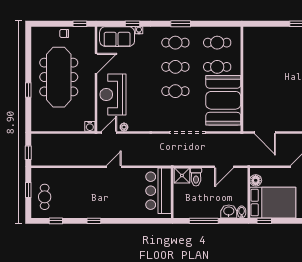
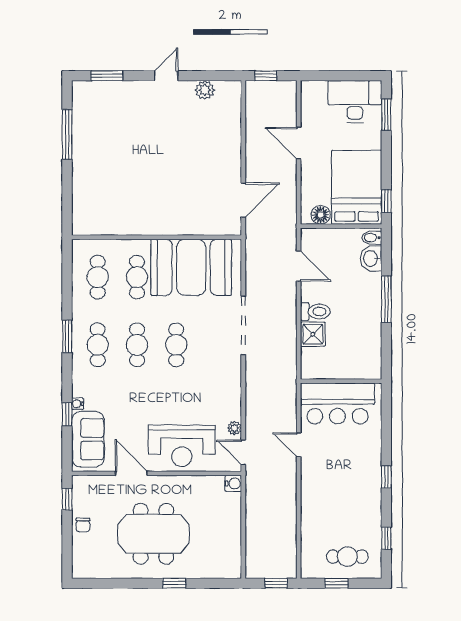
meeting table: (59, 77) -> (153, 534), width x0.73
bar counter: (159, 191) -> (337, 403), moved
wall: (172, 193) -> (341, 381), moved

